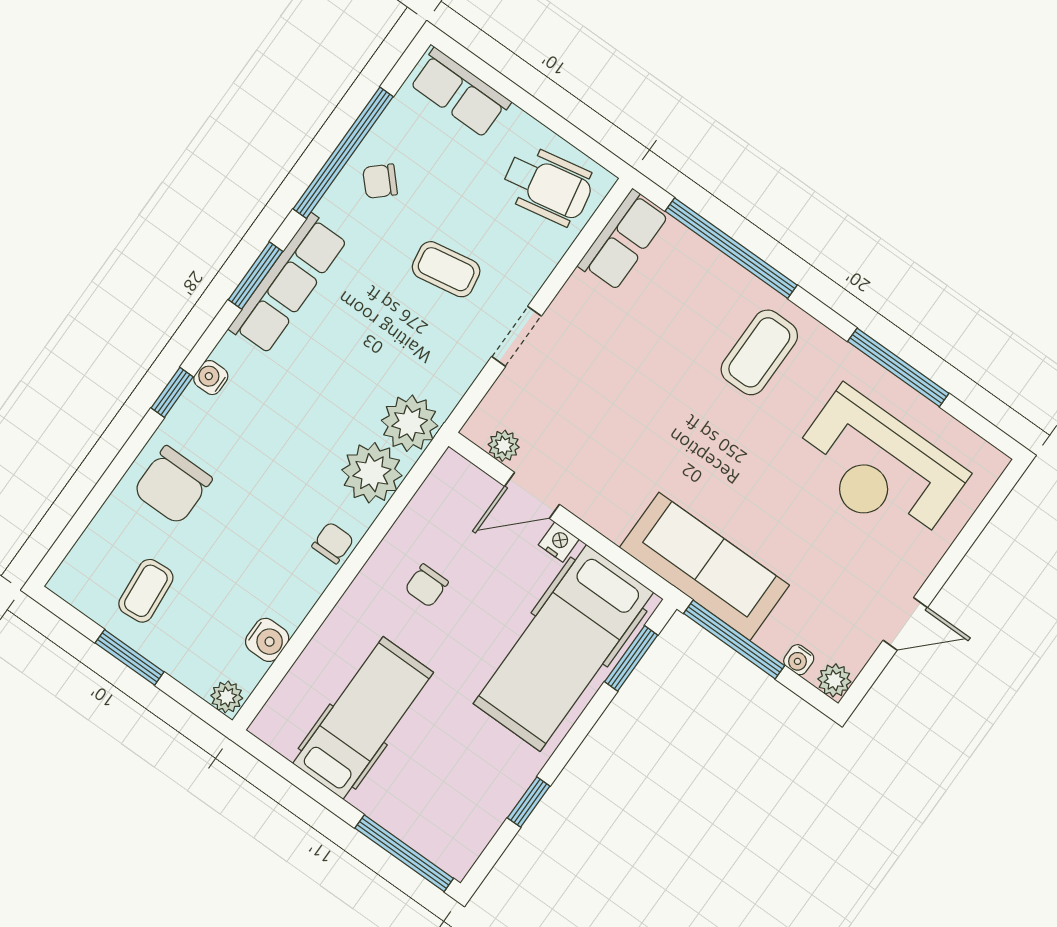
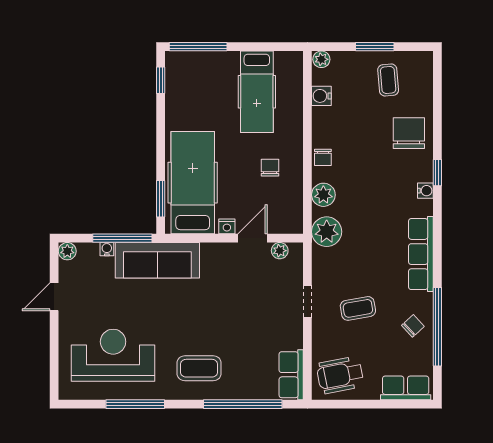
window: (255, 276) -> (437, 248), removed
coffee table: (759, 352) -> (199, 368), turned 90
plant: (372, 473) -> (323, 195), width x0.73, depth x0.73
water cooler: (799, 660) -> (107, 249), moved
window: (529, 802) -> (161, 80), moved

